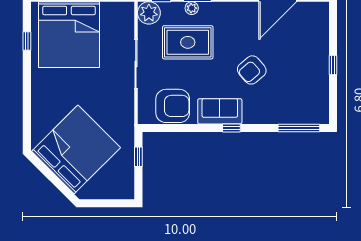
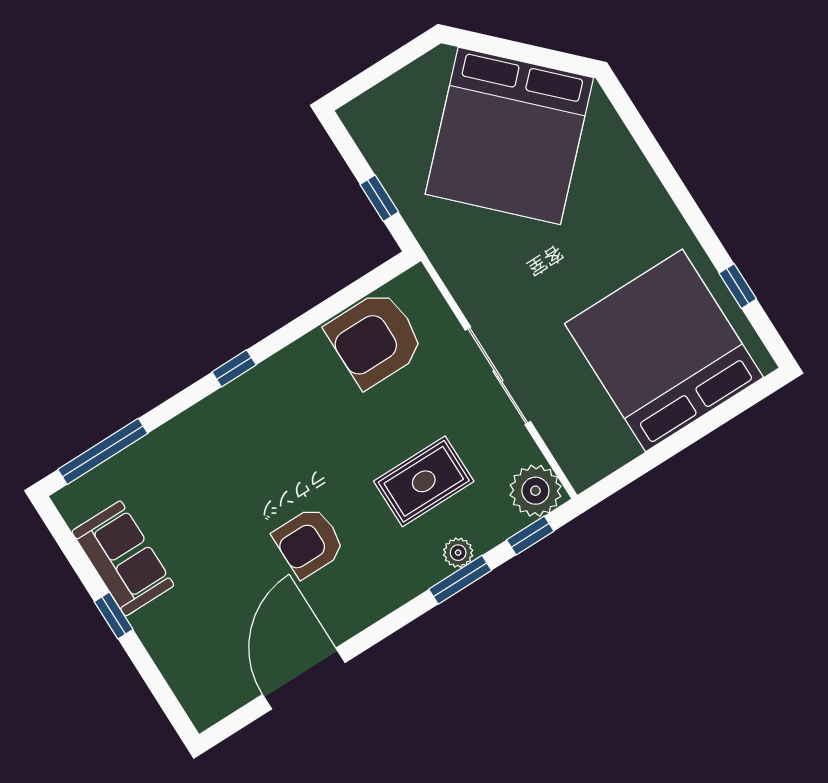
rug: (188, 42) -> (424, 481), width x0.73, depth x0.70
armchair: (252, 70) -> (309, 542), moved, turned -140
sofa: (220, 111) -> (123, 558), moved, turned -90

